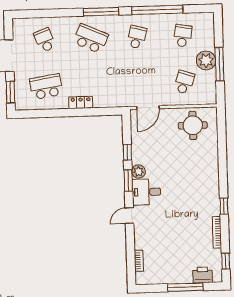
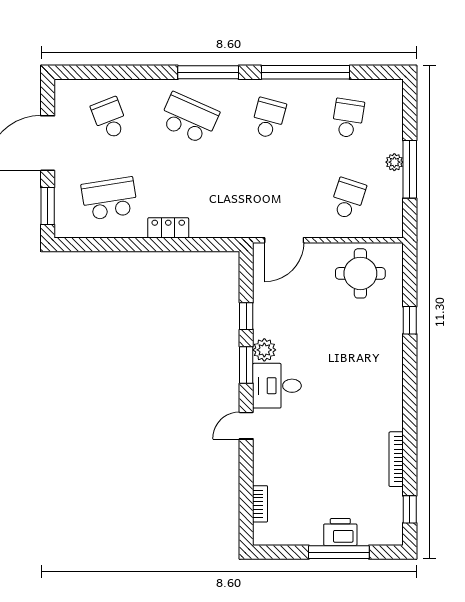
plant: (206, 60) -> (394, 162), width x0.53, depth x0.53
window: (224, 206) -> (410, 320), moved
printer: (203, 275) -> (340, 532), moved

